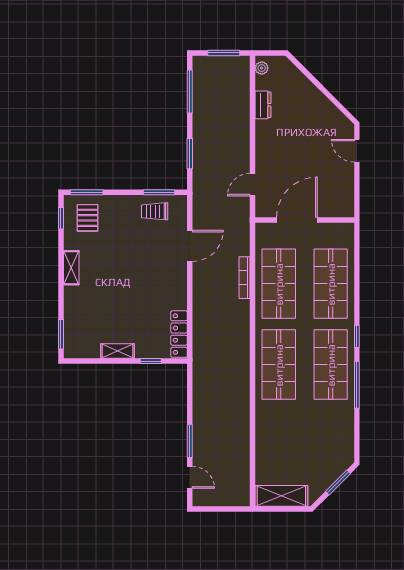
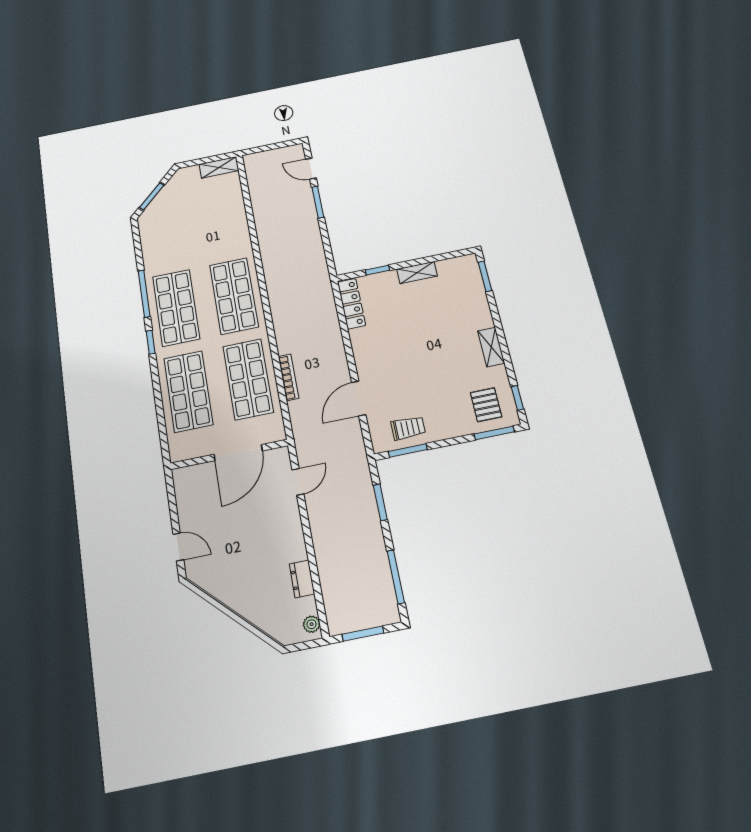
shelving: (281, 496) -> (219, 167), width x0.67, depth x0.75

